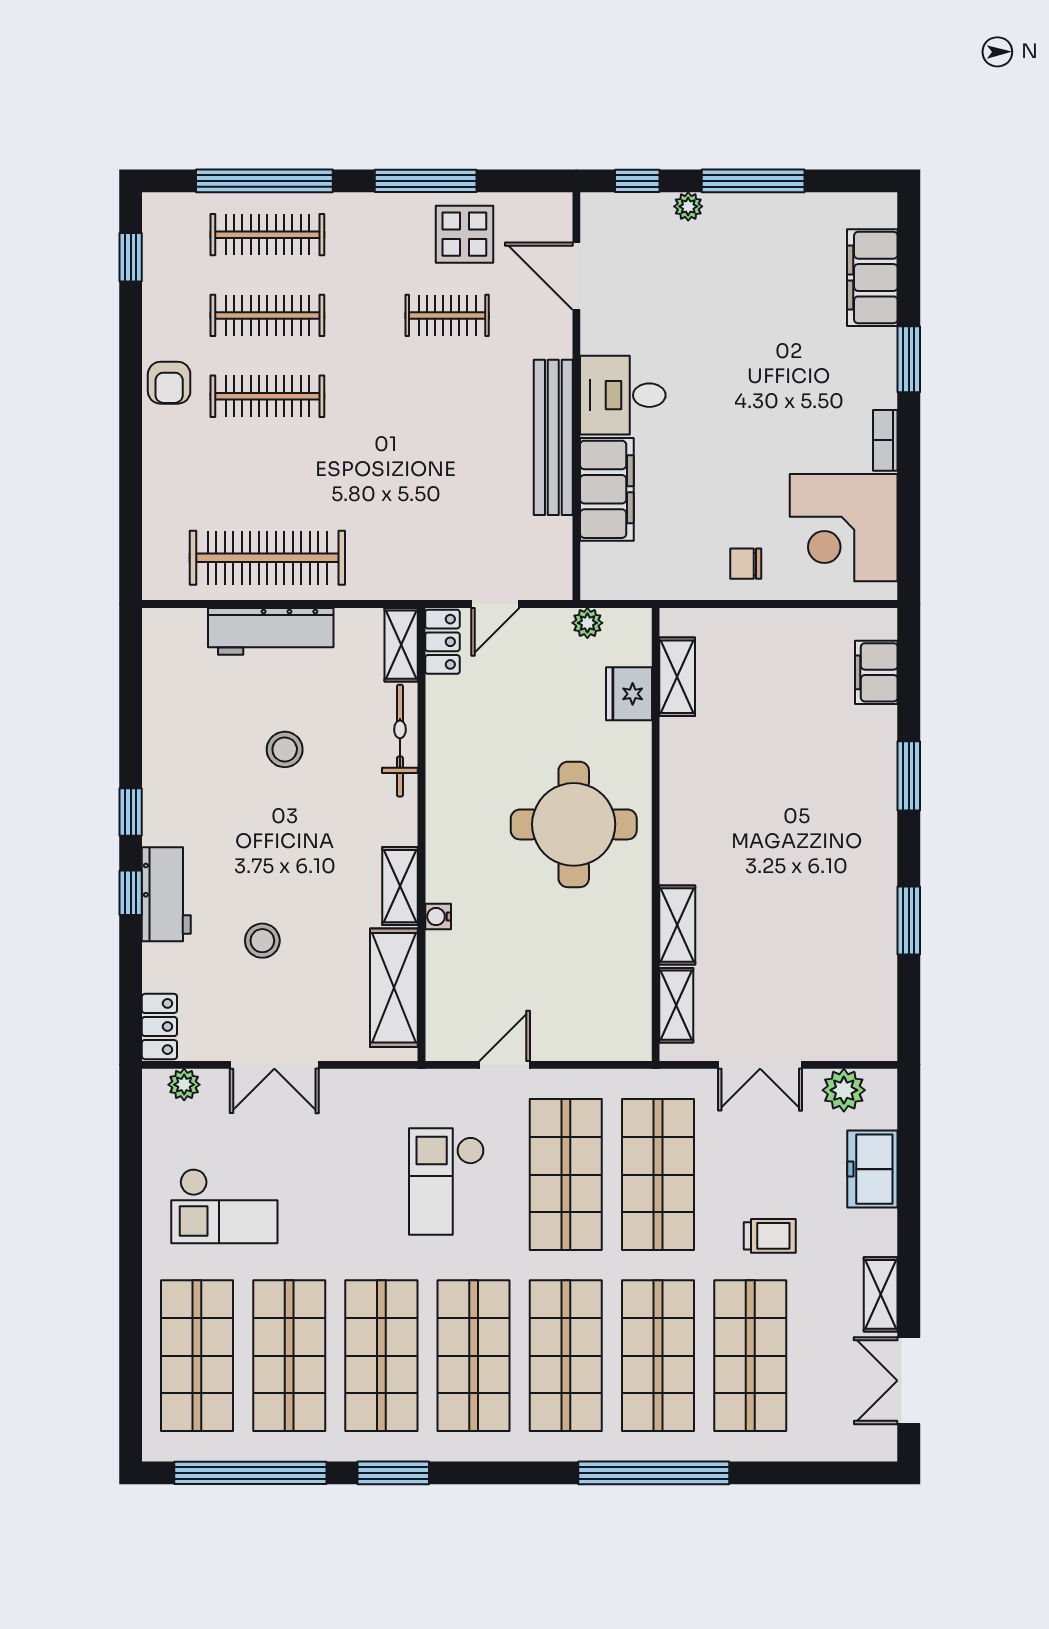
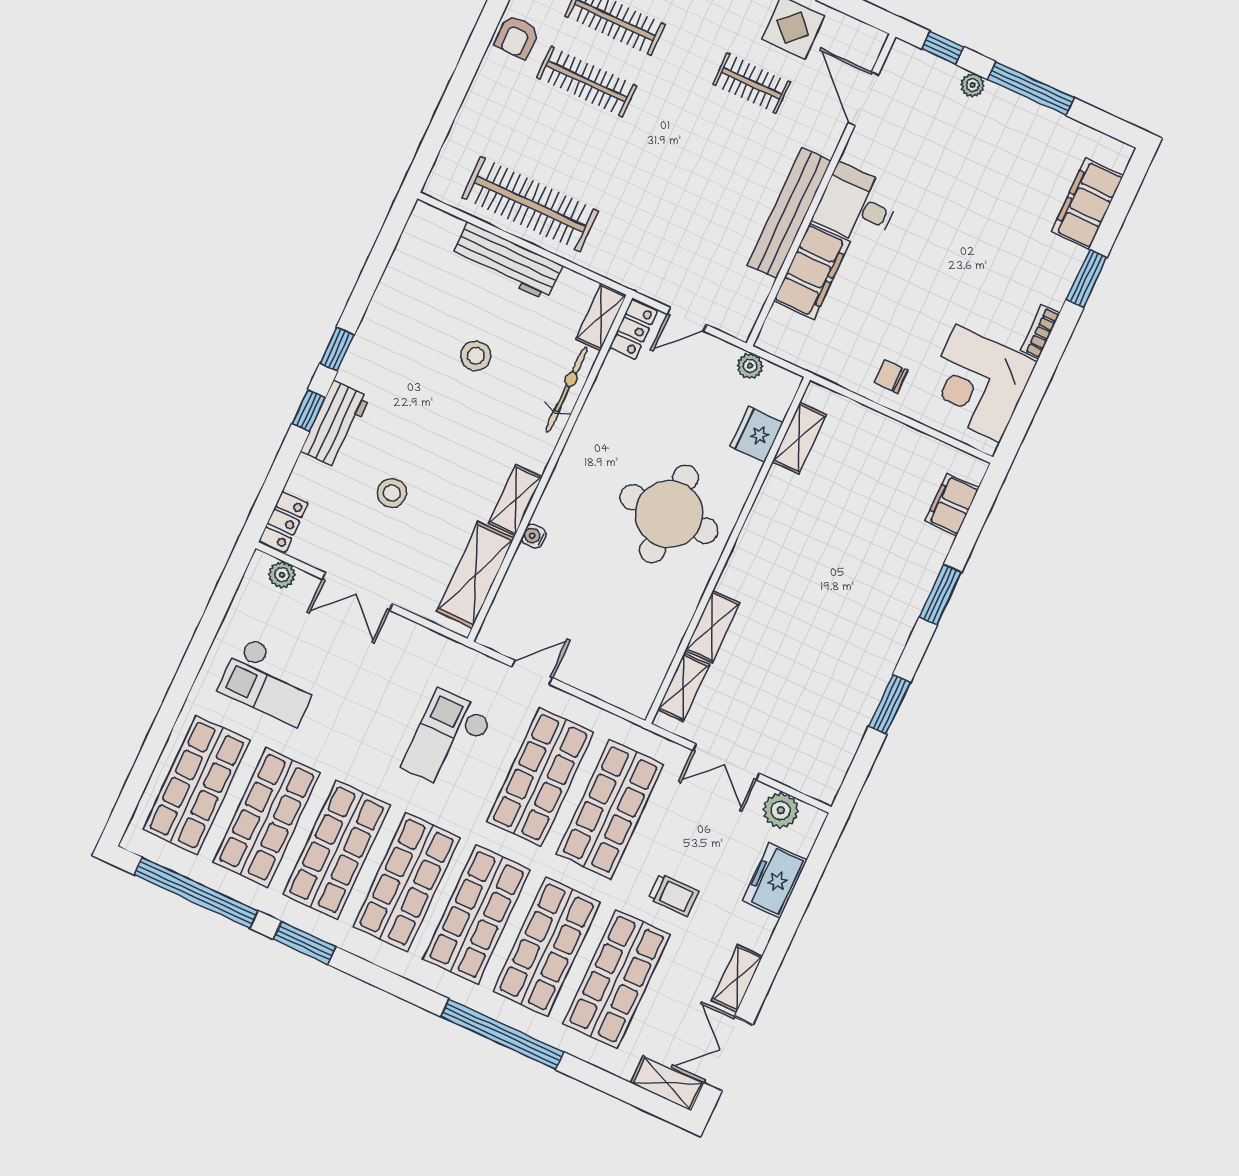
shelving: (857, 1444) -> (667, 1083), added

